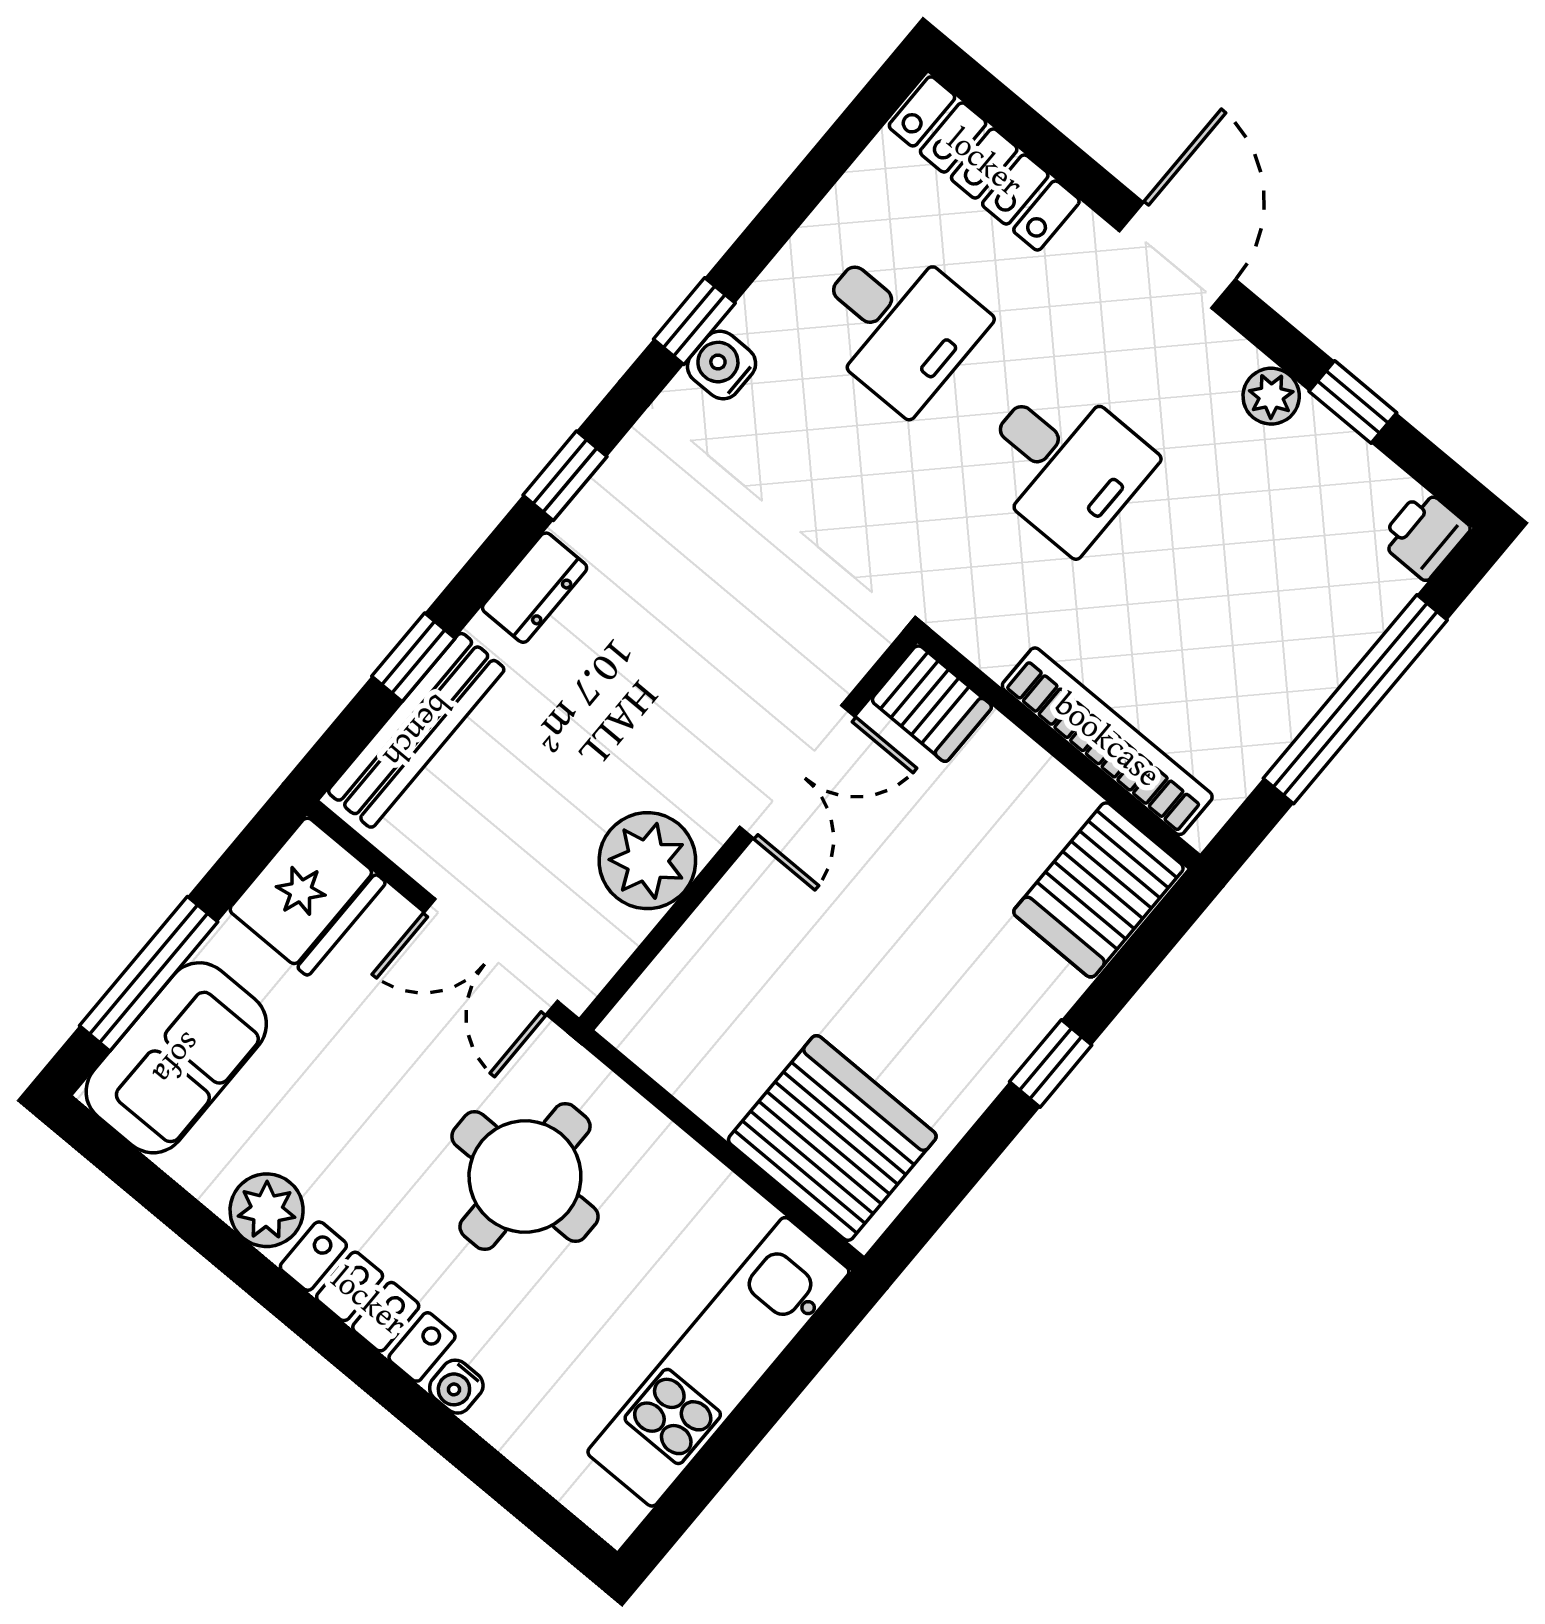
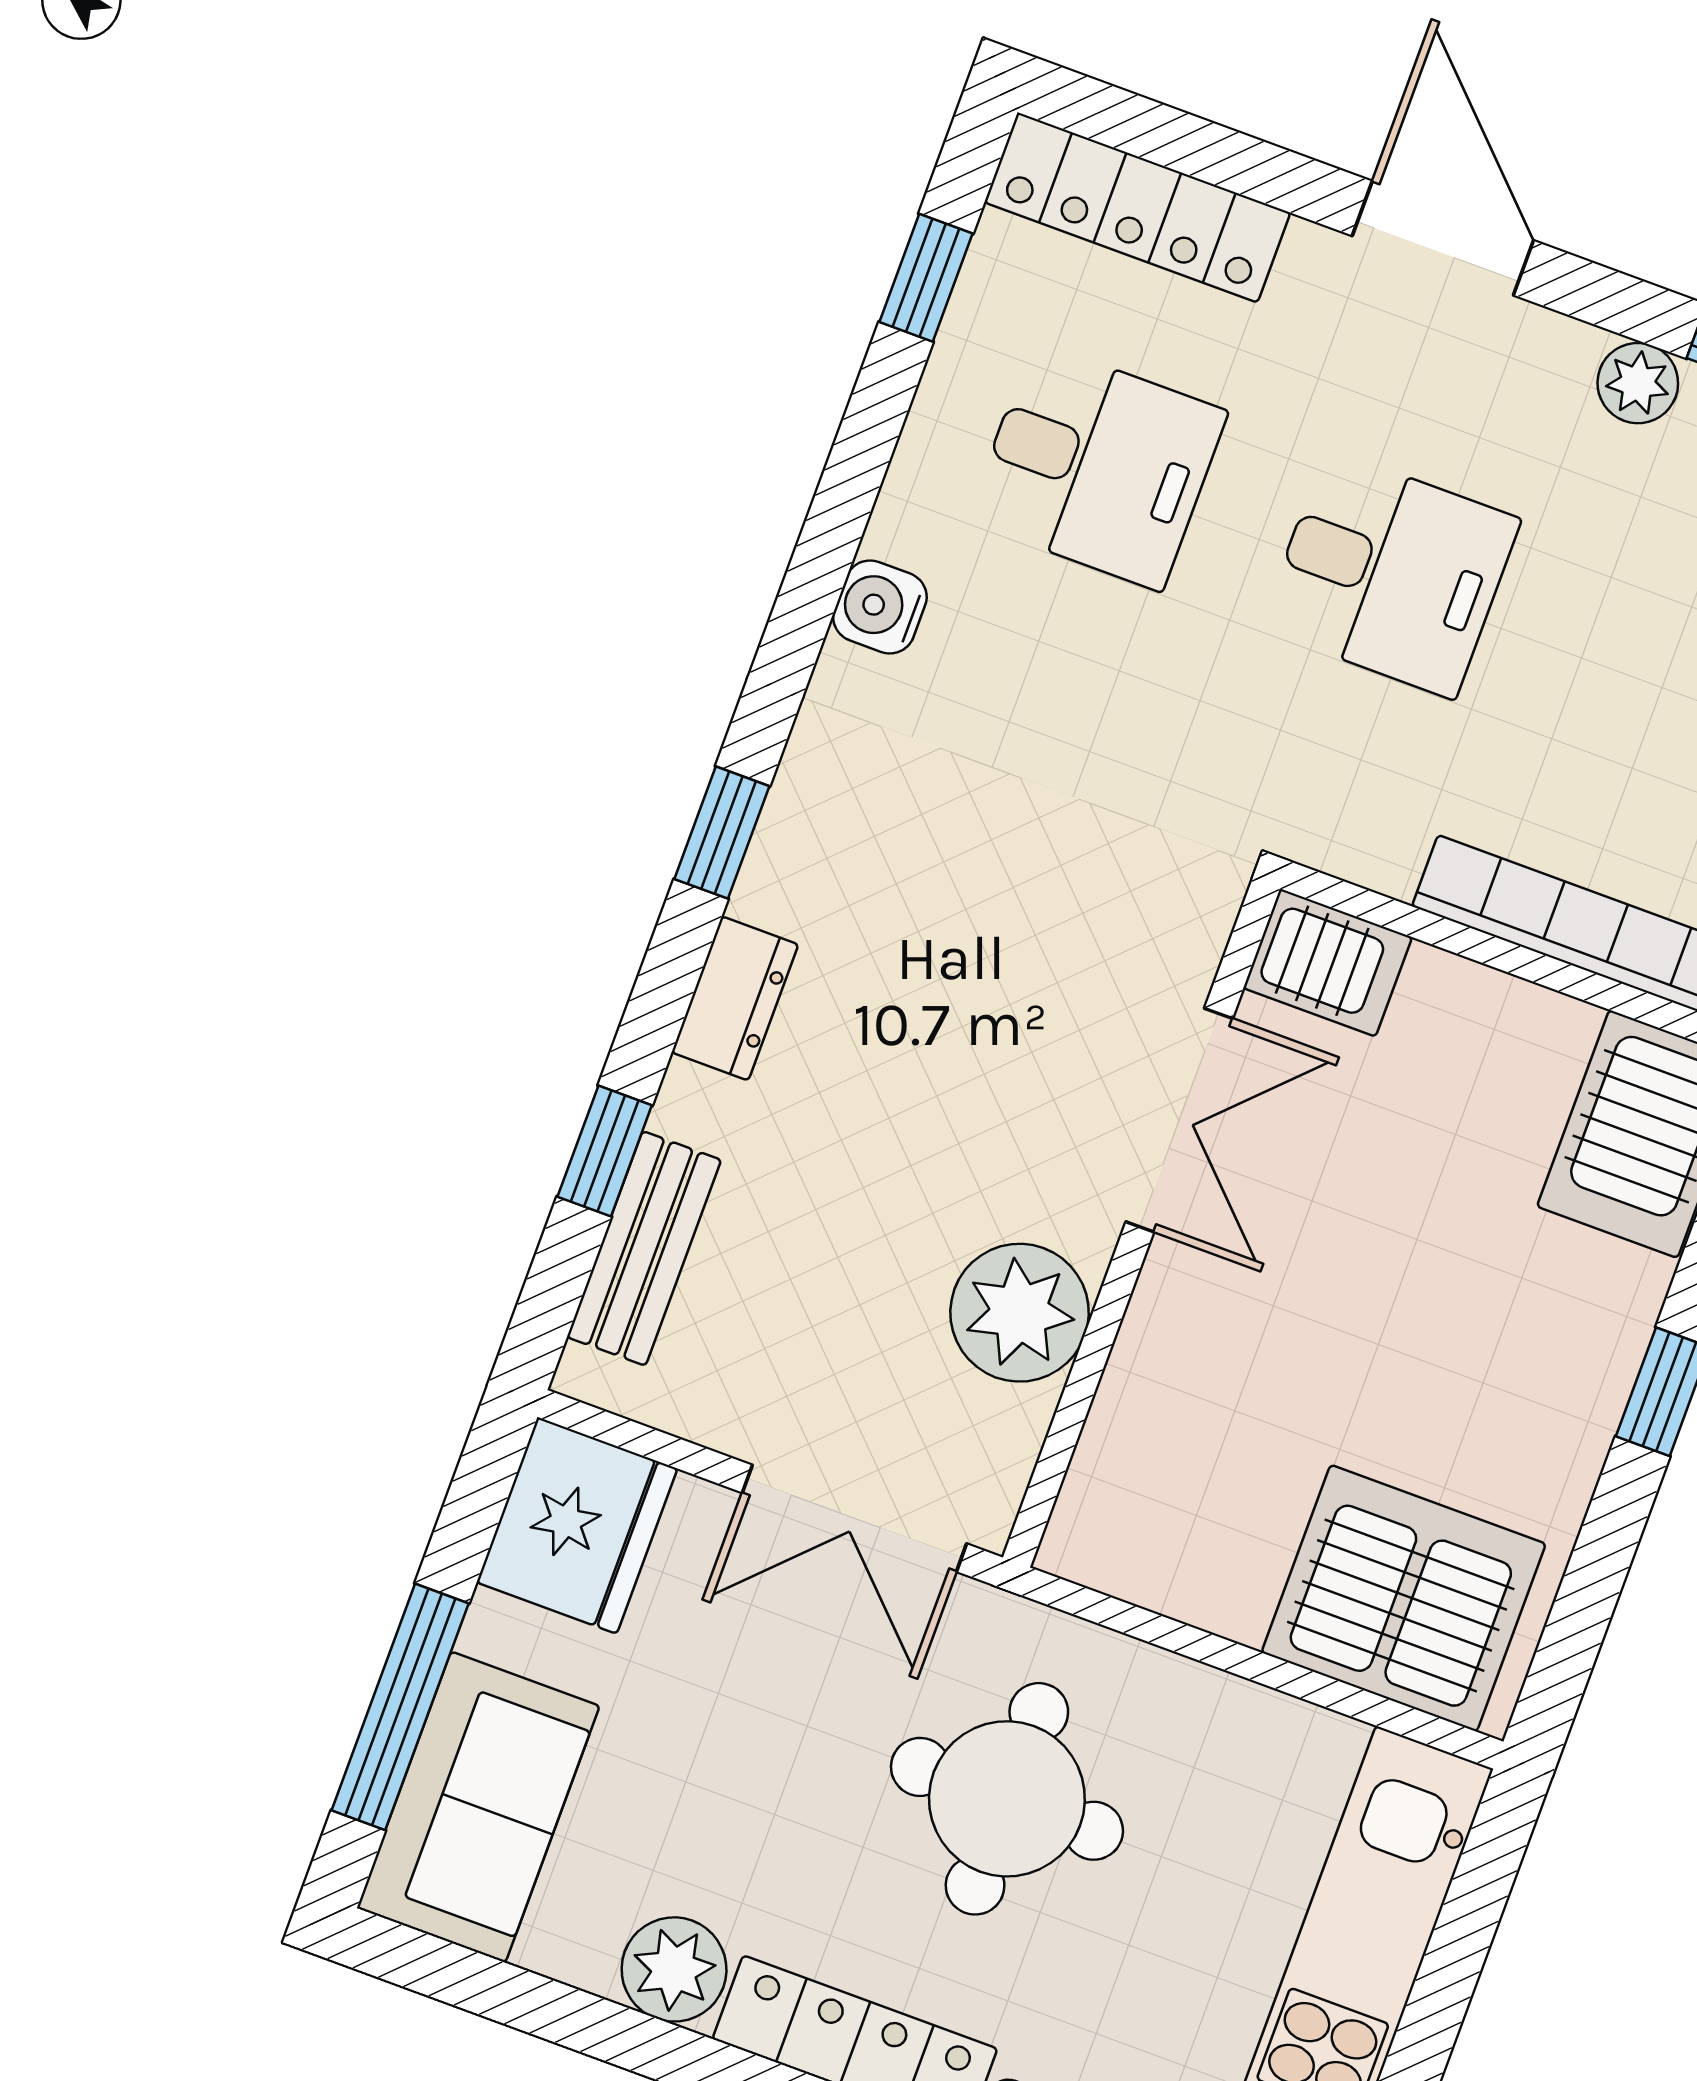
window: (694, 321) -> (926, 278), moved
bench: (416, 730) -> (644, 1248), width x0.73

